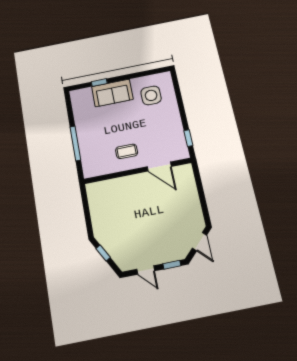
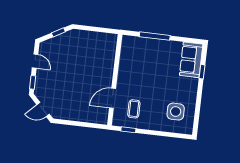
sofa: (112, 93) -> (191, 60), moved
coffee table: (127, 151) -> (134, 109), moved
door: (146, 270) -> (35, 61), swing flipped

